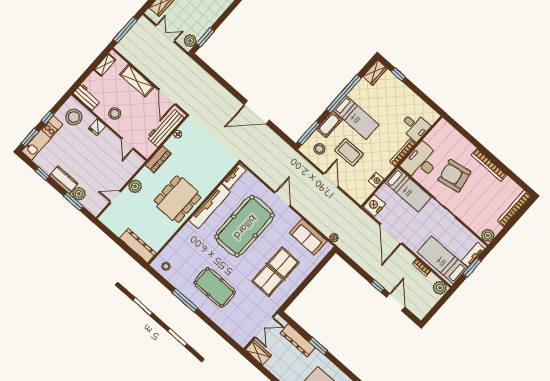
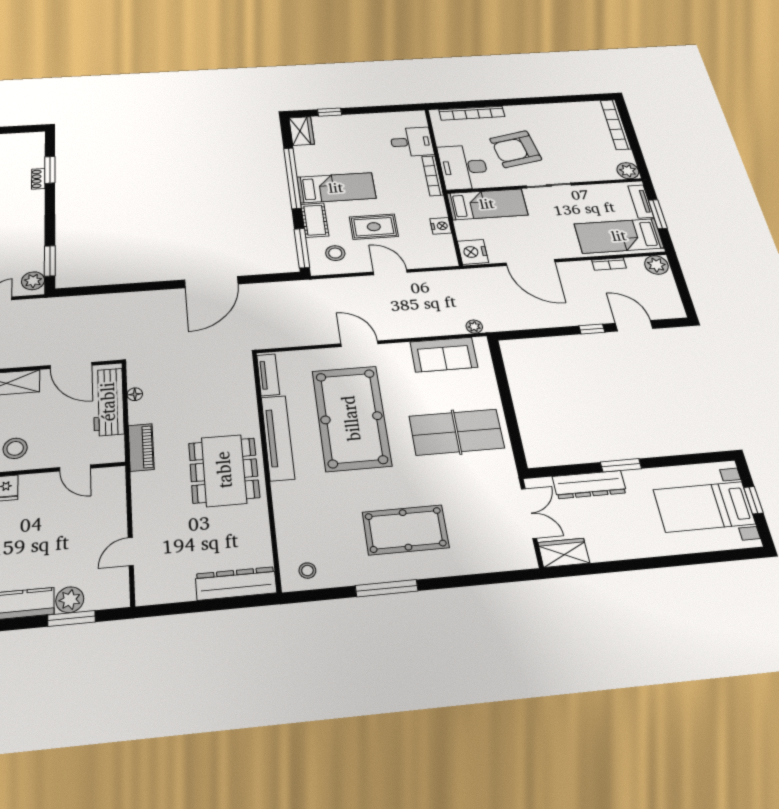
bookcase: (489, 165) -> (472, 113), moved
plant: (135, 186) -> (145, 511), removed
table tennis table: (275, 272) -> (457, 432), turned 90

